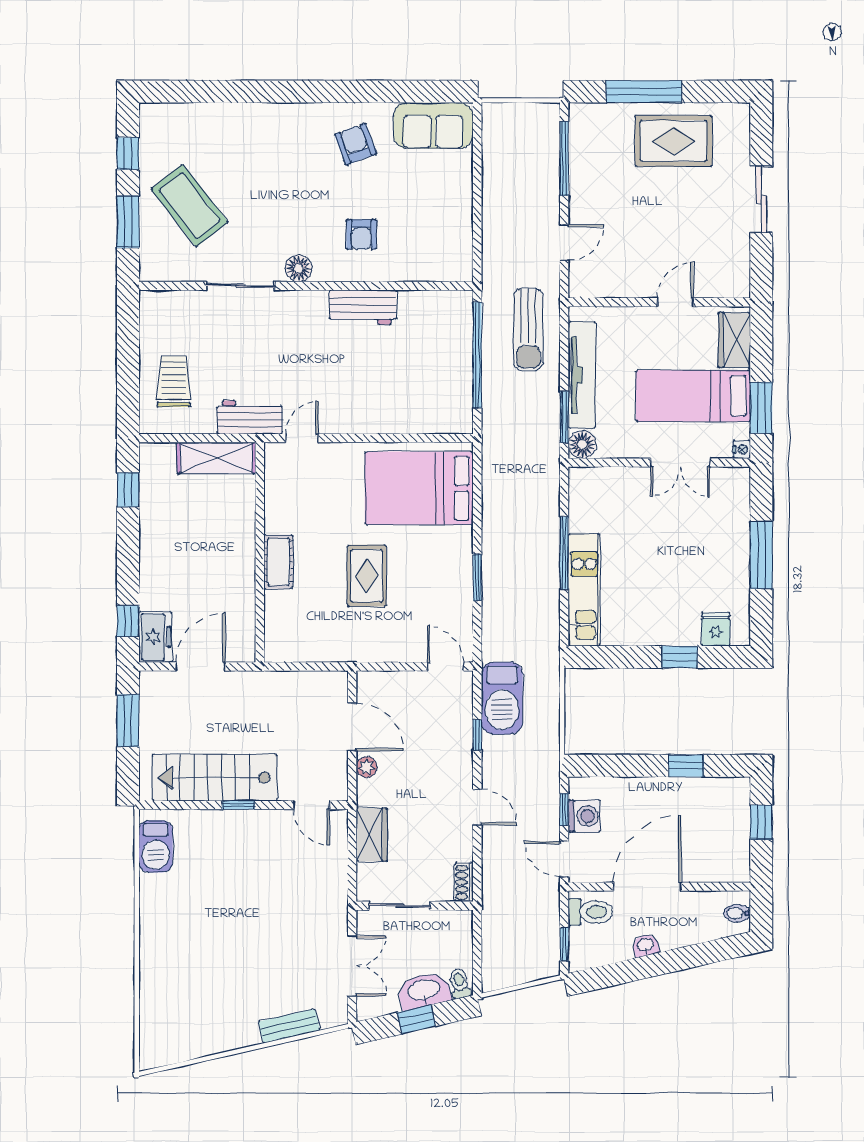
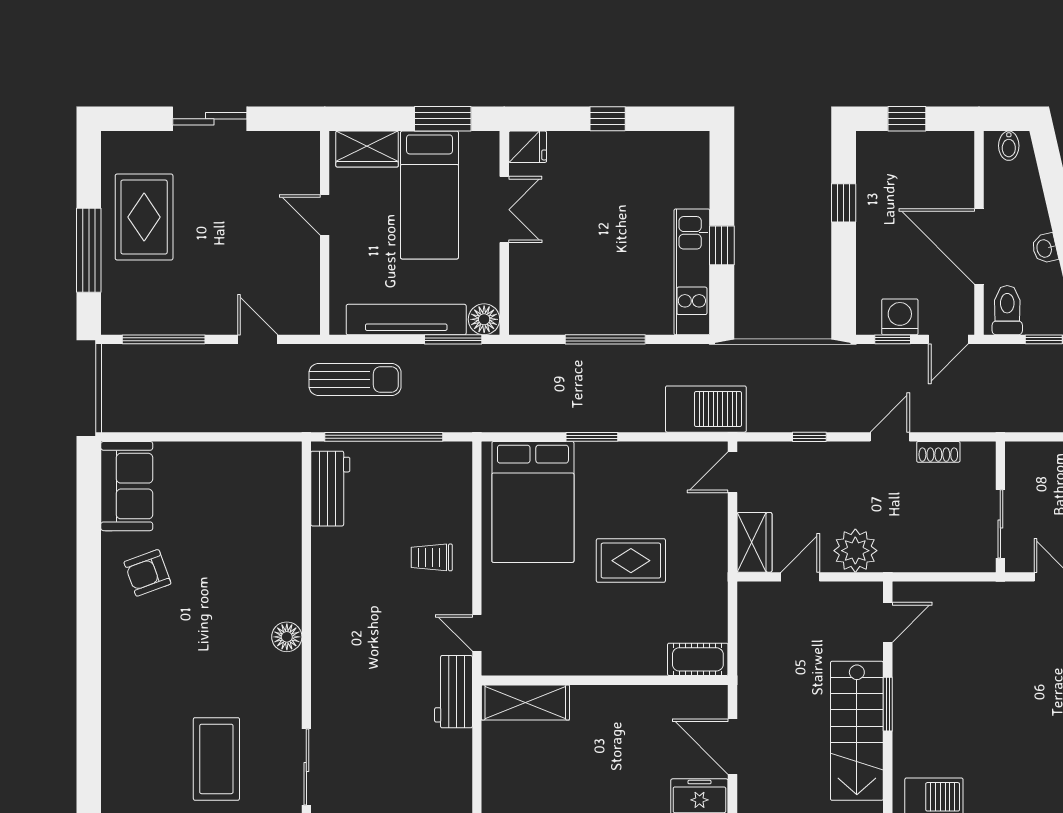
coffee table: (189, 206) -> (216, 759), turned -52
armchair: (361, 234) -> (249, 566), removed
sliding door: (240, 286) -> (306, 767), moved
workbench: (363, 307) -> (330, 489), moved
trolley: (174, 381) -> (432, 557), moved, width x0.73, depth x0.72
nightstand: (742, 449) -> (489, 141), removed
shelving: (216, 458) -> (525, 702), moved, turned 90
window: (761, 555) -> (608, 119), width x0.46
cot: (278, 562) -> (698, 659), moved
window: (477, 578) -> (592, 437), moved
kitchen unit: (584, 590) -> (692, 272), moved, turned -90
fridge: (716, 629) -> (528, 147), moved, turned 180
window: (680, 657) -> (722, 245), moved
barbecue: (502, 698) -> (706, 409), moved
door: (352, 727) -> (800, 577), width x0.73
plant: (367, 767) -> (855, 551), width x1.88, depth x1.88
window: (238, 805) -> (888, 704), width x1.50
wardrobe: (372, 835) -> (754, 542), moved, turned 90
shoe rack: (464, 882) -> (938, 452), moved

